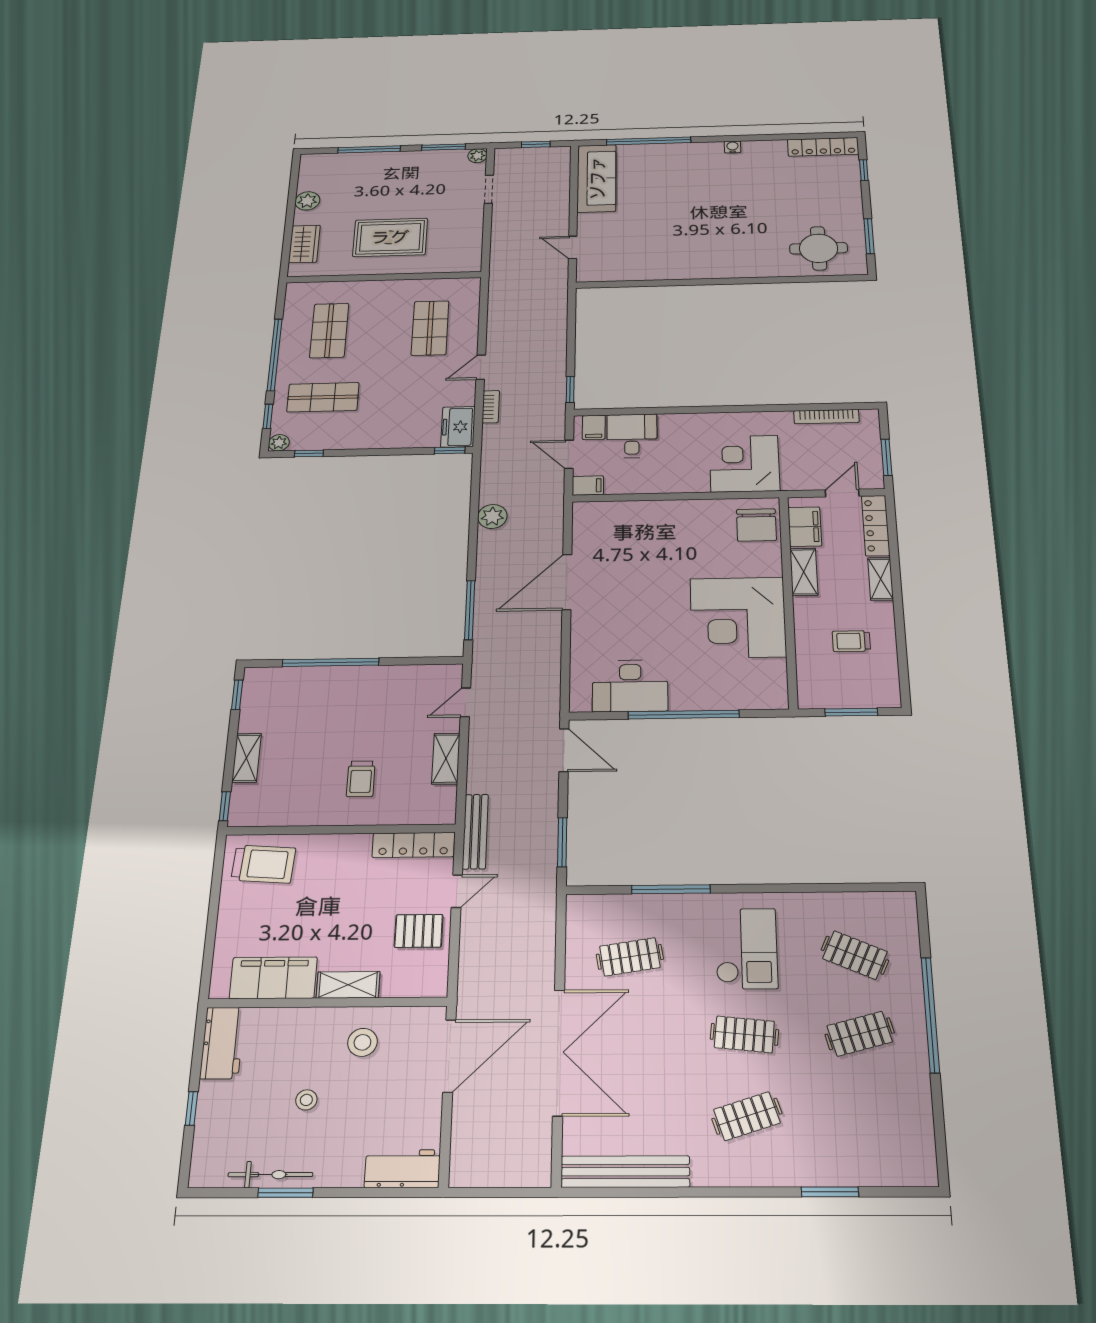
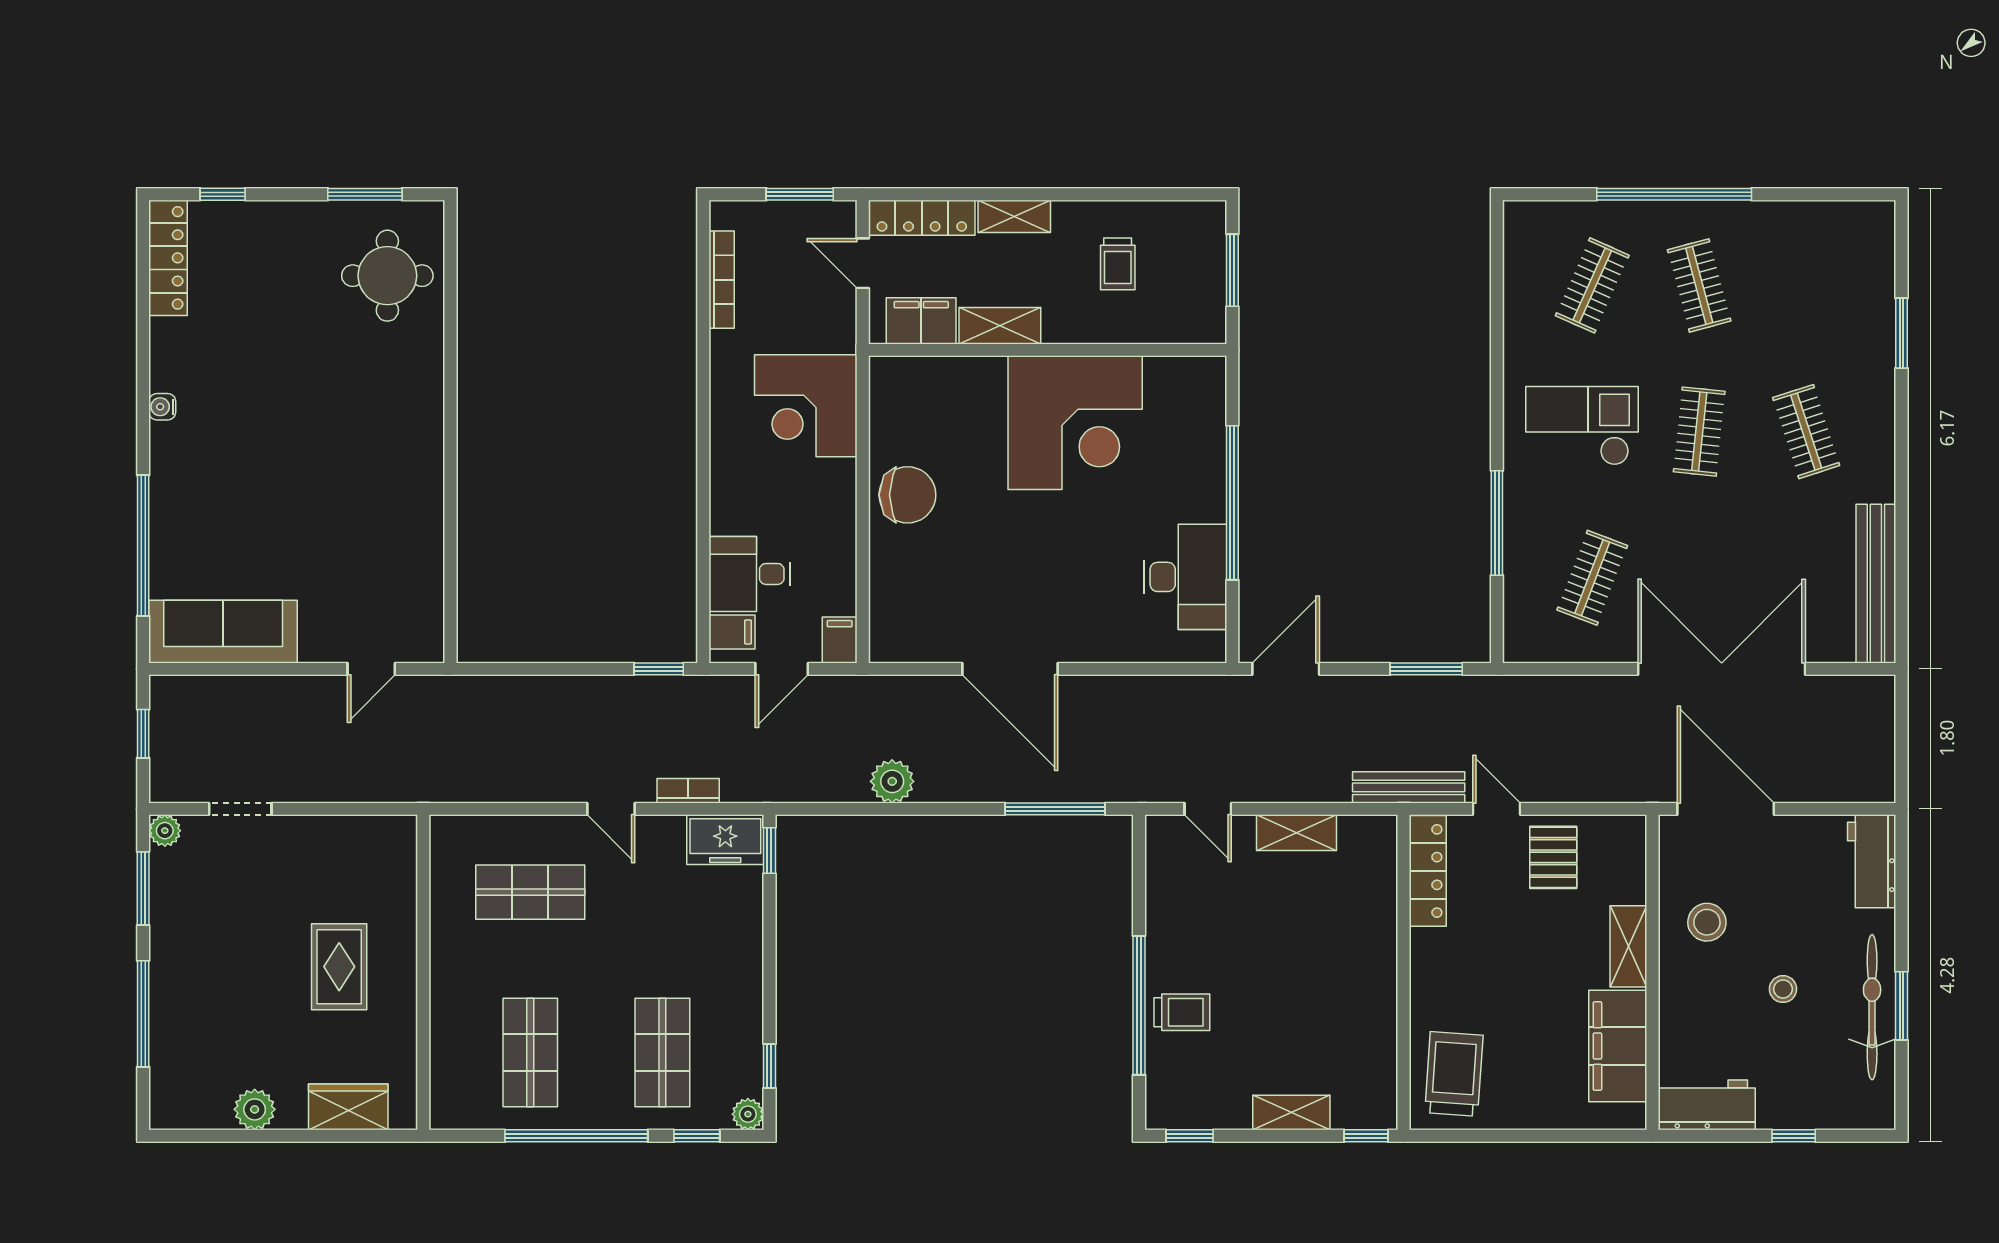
rug: (390, 237) -> (339, 967), width x0.73, depth x0.70
shop shelf: (329, 331) -> (530, 1053), turned 90
chair: (756, 525) -> (907, 495), moved
trolley: (361, 779) -> (1182, 1012), moved
clothes rail: (630, 957) -> (1592, 578), turned 30
bicycle: (270, 1175) -> (1872, 1007), width x1.37, depth x1.40

